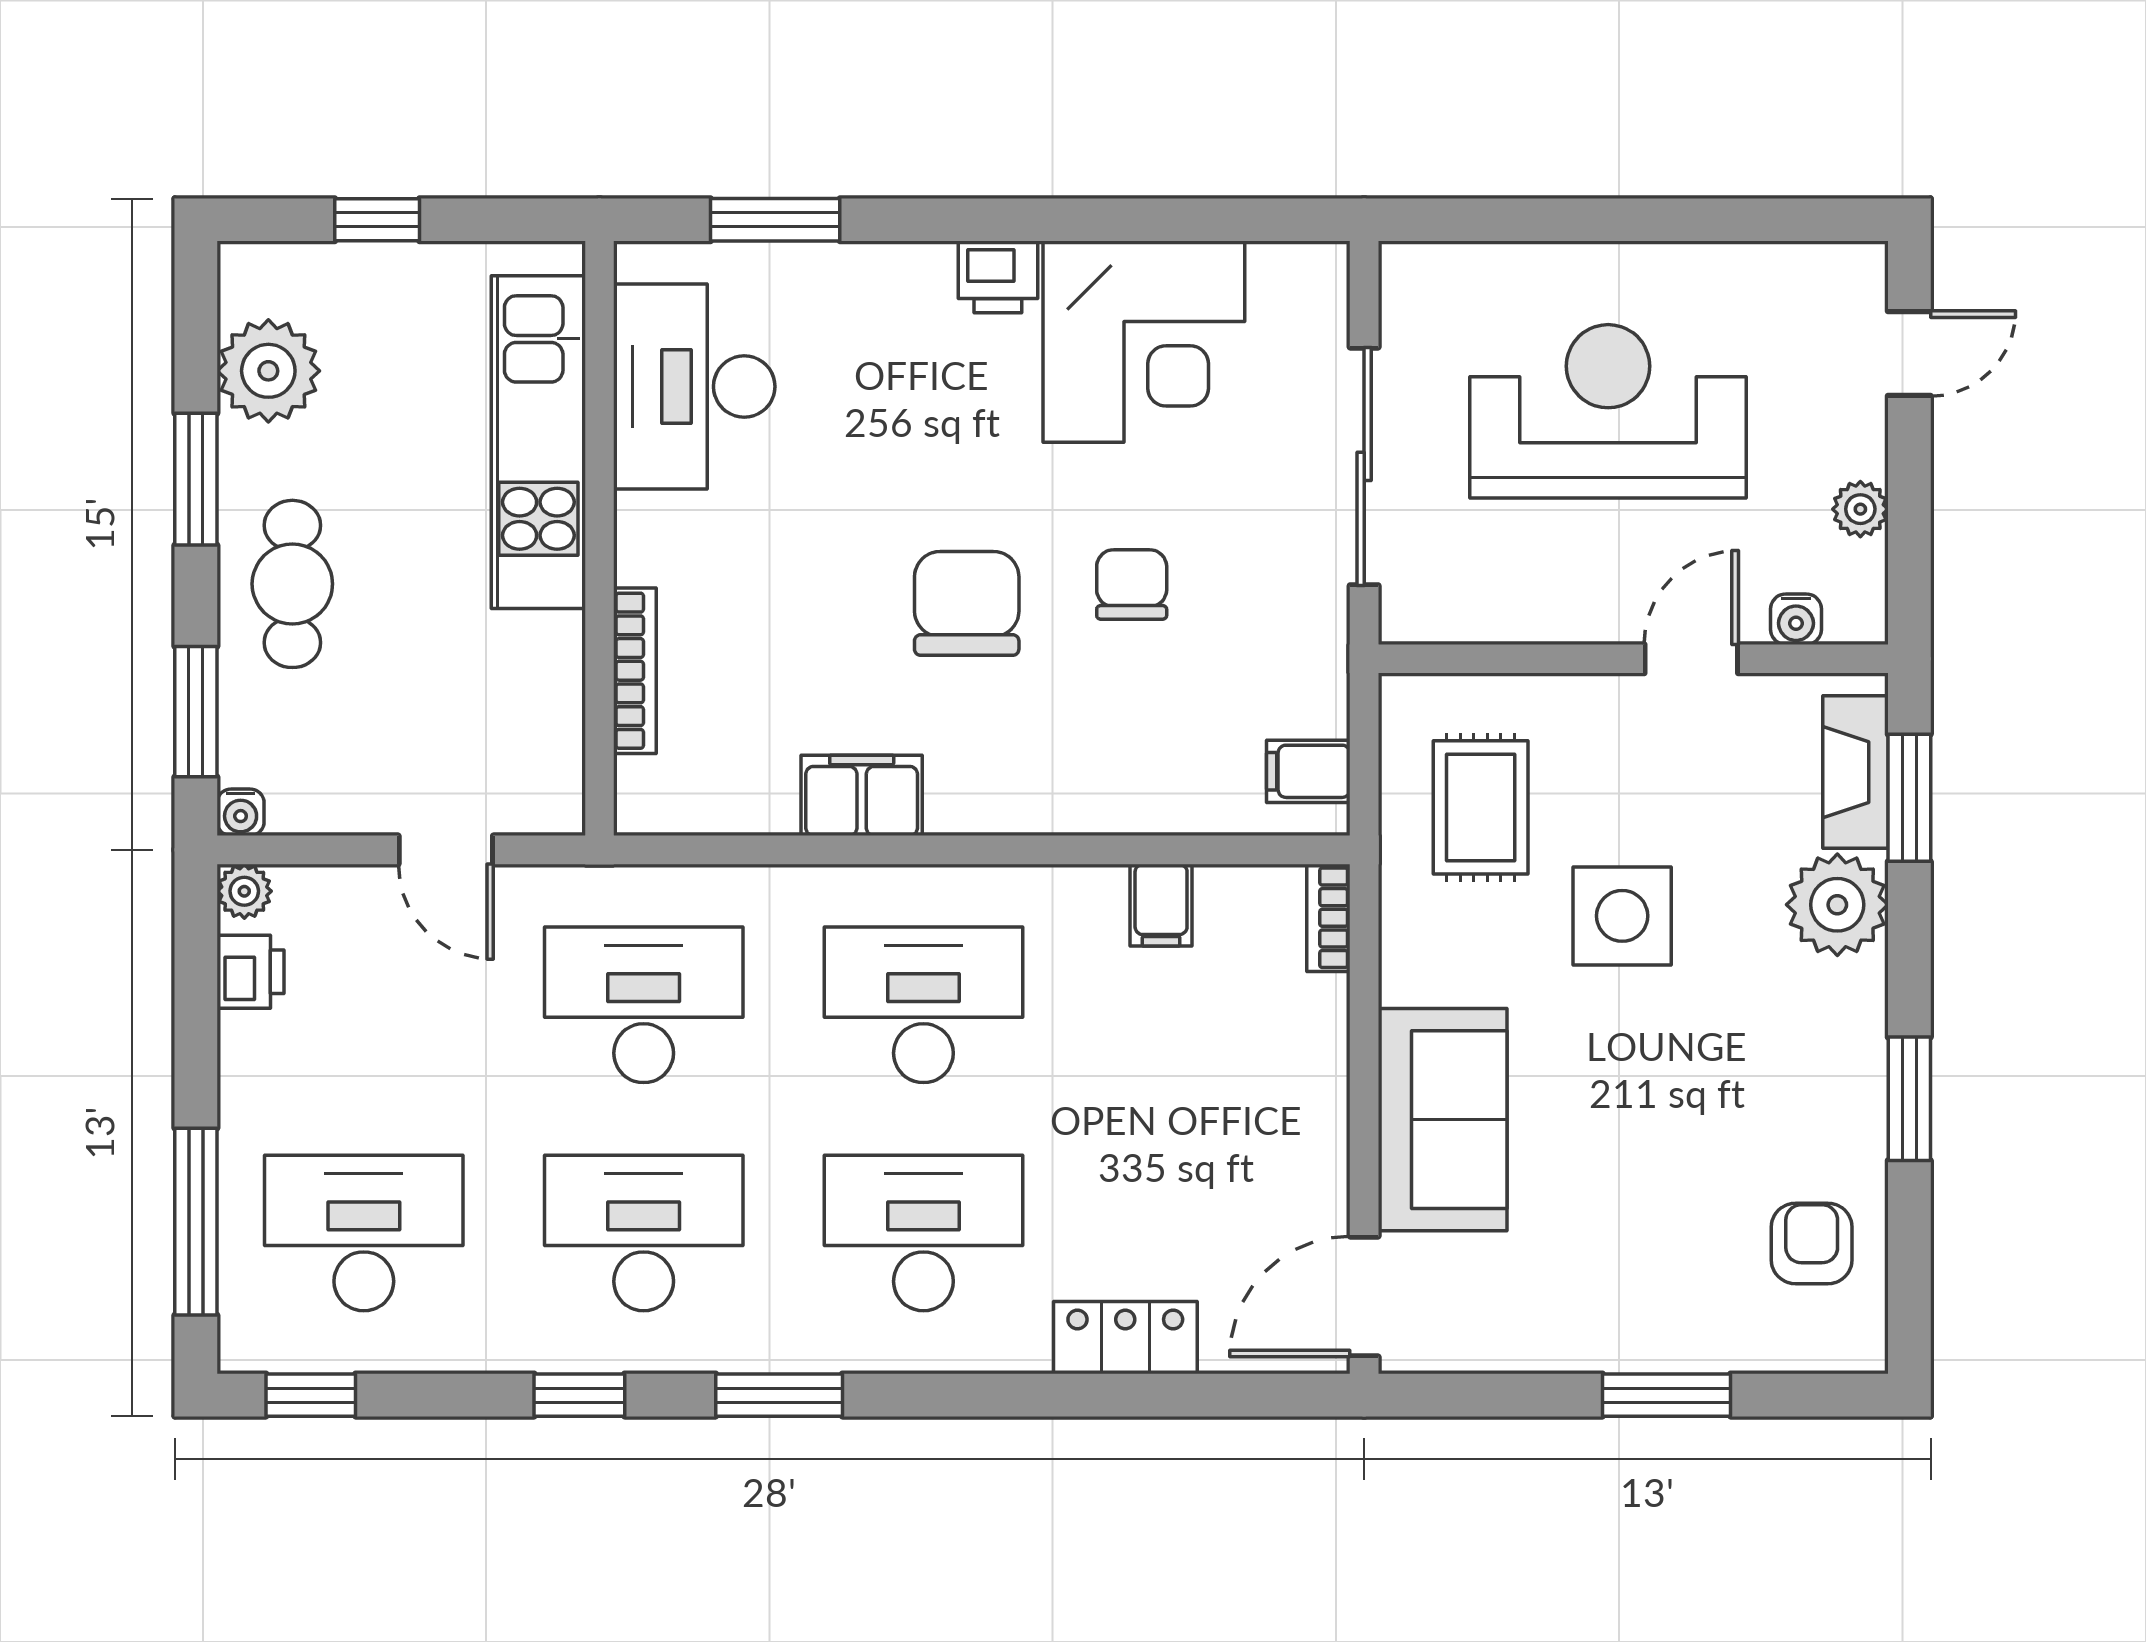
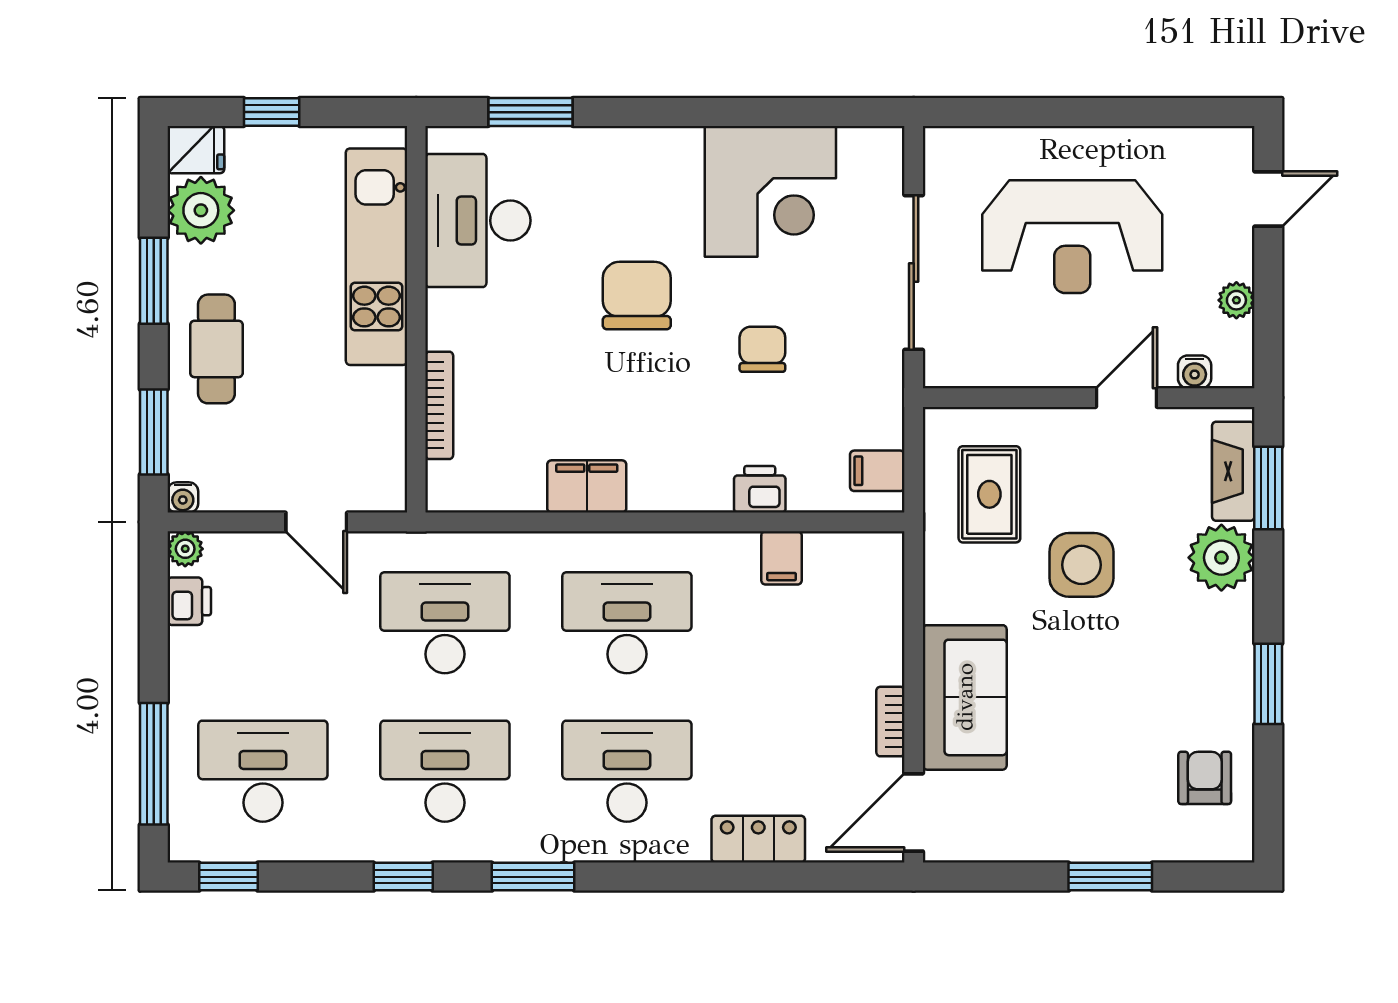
fridge: (261, 277) -> (196, 150), added
printer: (998, 277) -> (760, 489), moved, turned 180
reception desk: (1608, 411) -> (1072, 237), turned 180
chair: (967, 603) -> (637, 296), moved
bookcase: (1328, 918) -> (890, 722), moved

